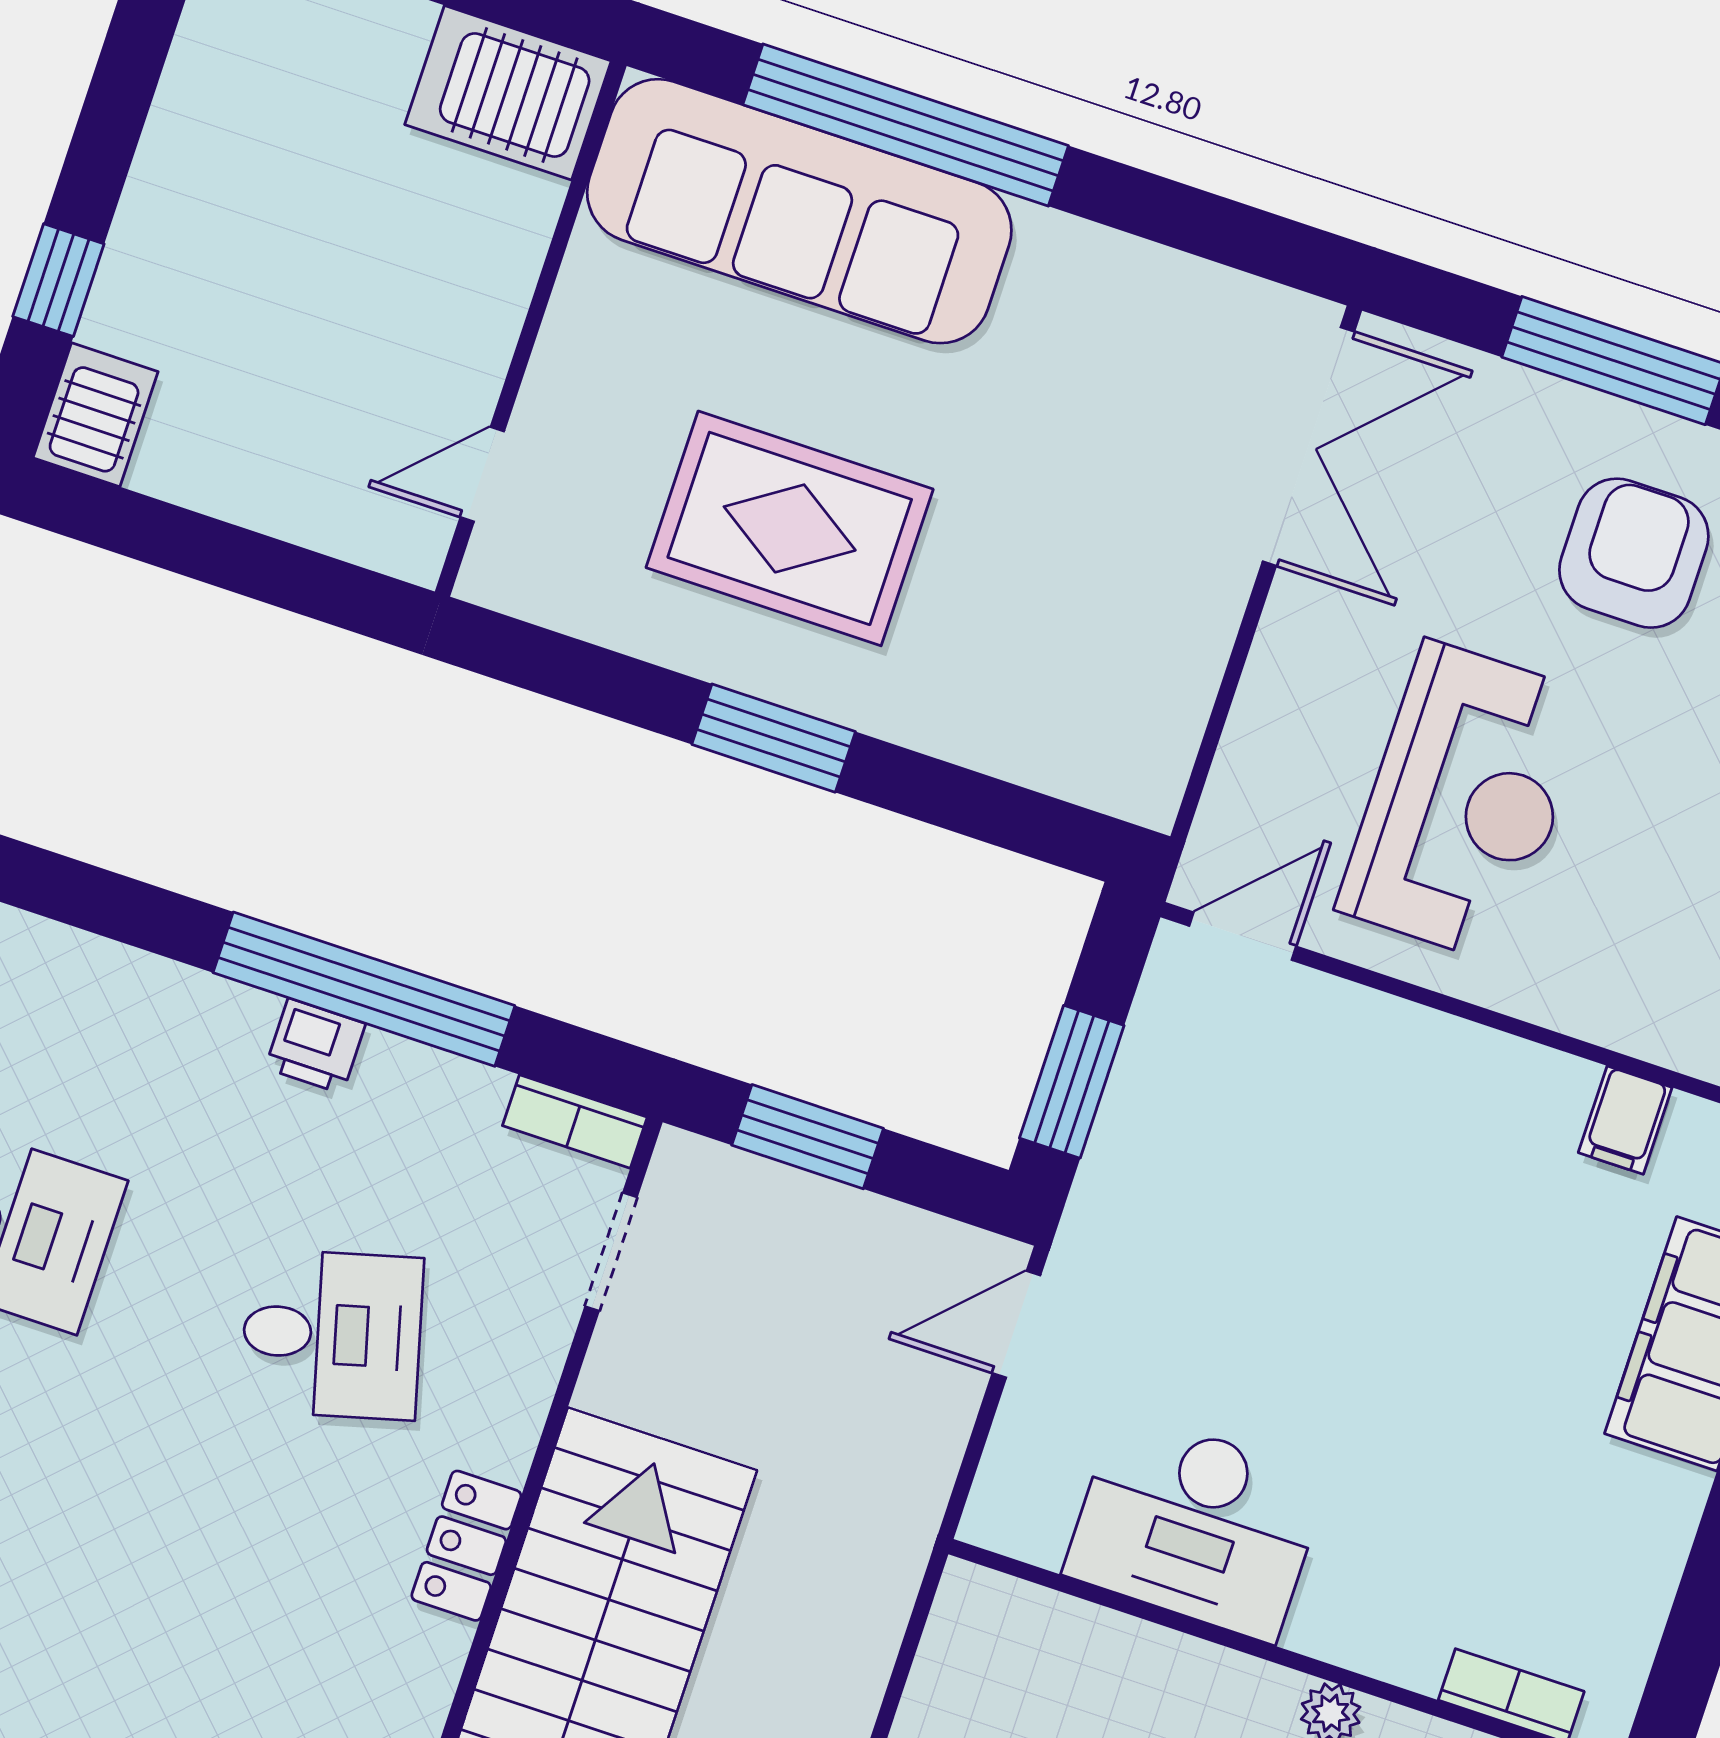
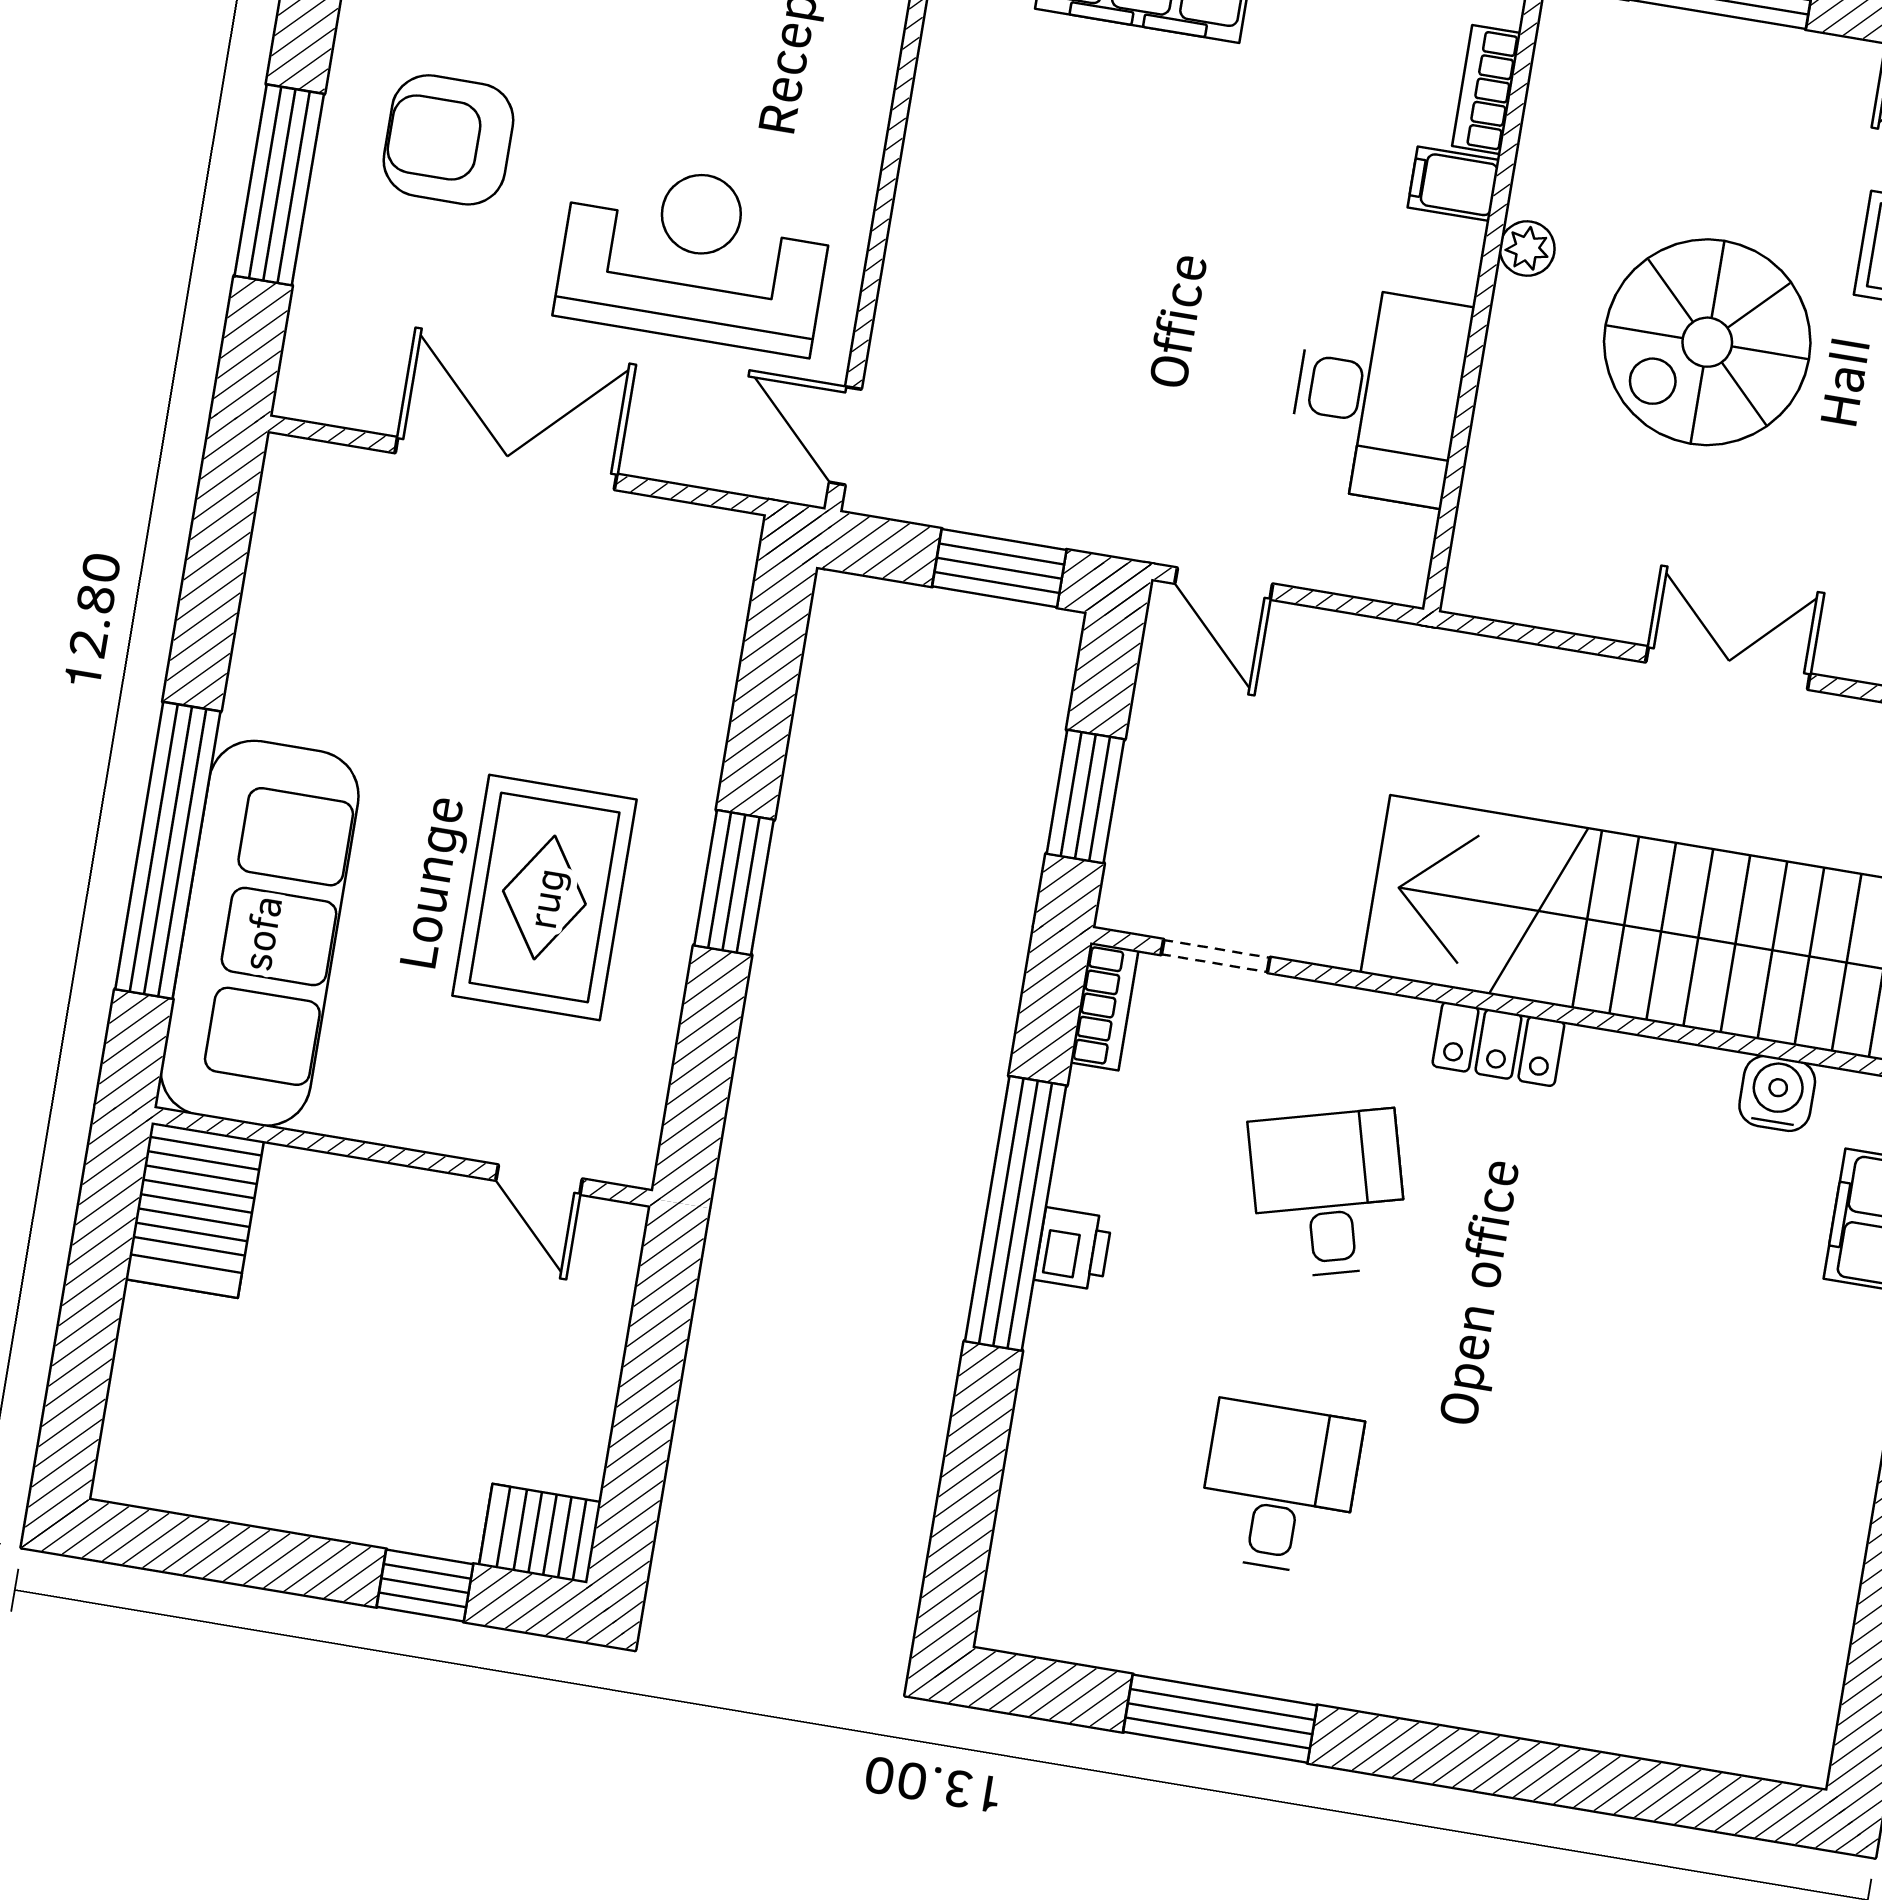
double door: (1308, 447) -> (506, 464), moved
filing cabinet: (1625, 1120) -> (1454, 184), moved, turned 180

